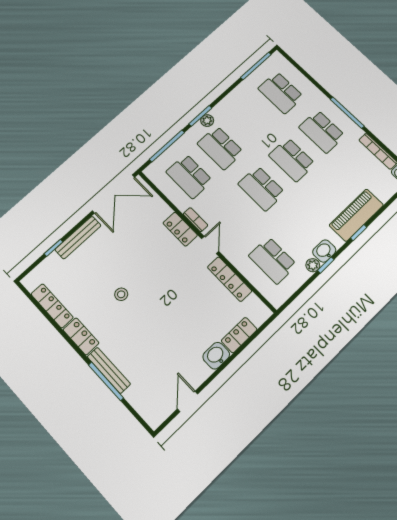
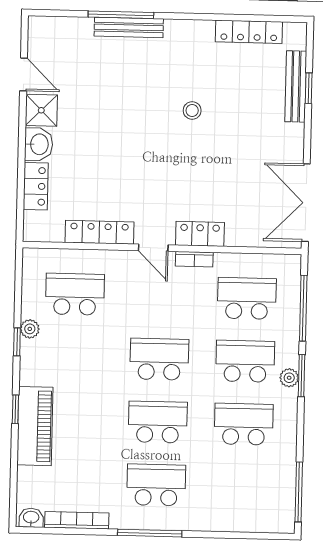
school desk: (281, 93) -> (244, 424), moved
bench: (78, 237) -> (296, 86), moved
washbasin: (324, 251) -> (32, 355), removed
locker: (81, 336) -> (189, 32), removed
shower: (197, 372) -> (41, 110), added

